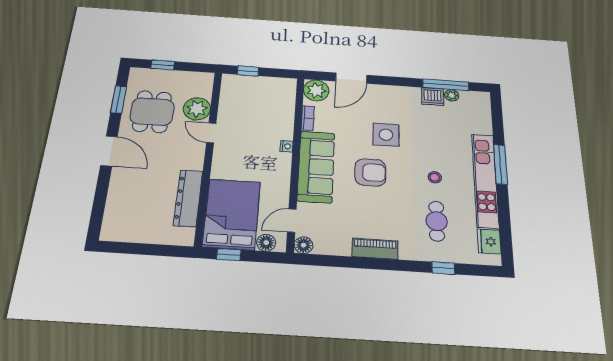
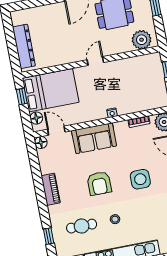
plant: (197, 109) -> (142, 40), moved
door: (211, 133) -> (95, 61), moved
sofa: (316, 167) -> (94, 138), width x0.73
armchair: (370, 172) -> (99, 183), moved
dresser: (188, 198) -> (24, 46), moved, turned 90

